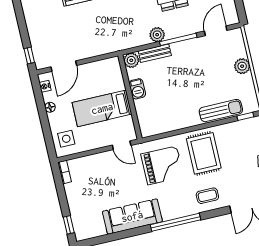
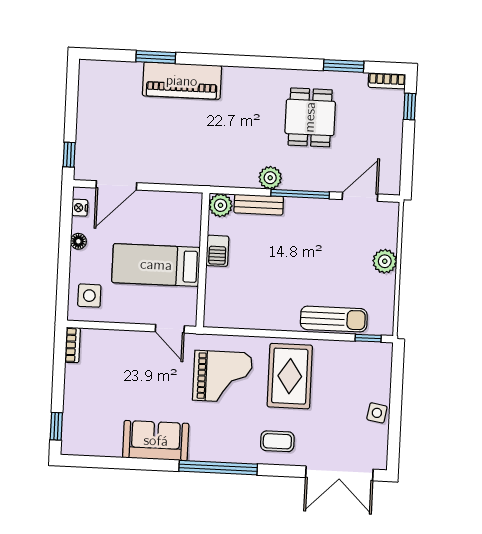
sofa: (132, 216) -> (156, 441), width x0.73

